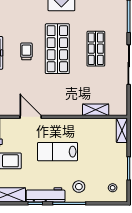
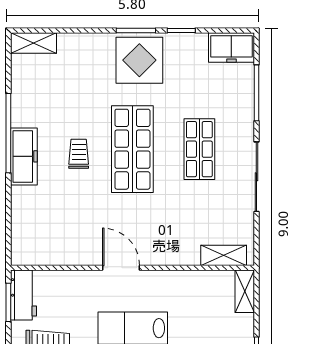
shelving: (96, 110) -> (224, 255), moved
door: (31, 117) -> (121, 268), moved

